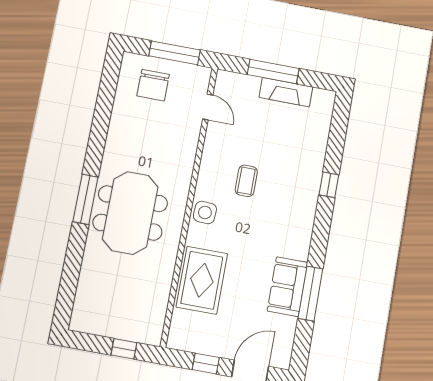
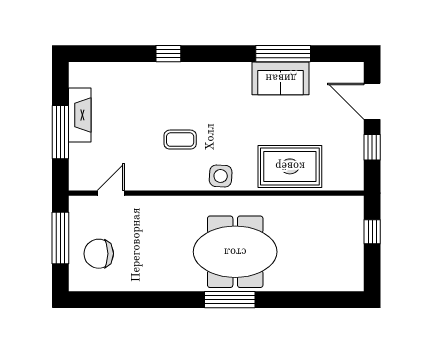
chair: (153, 85) -> (99, 254), turned 180

